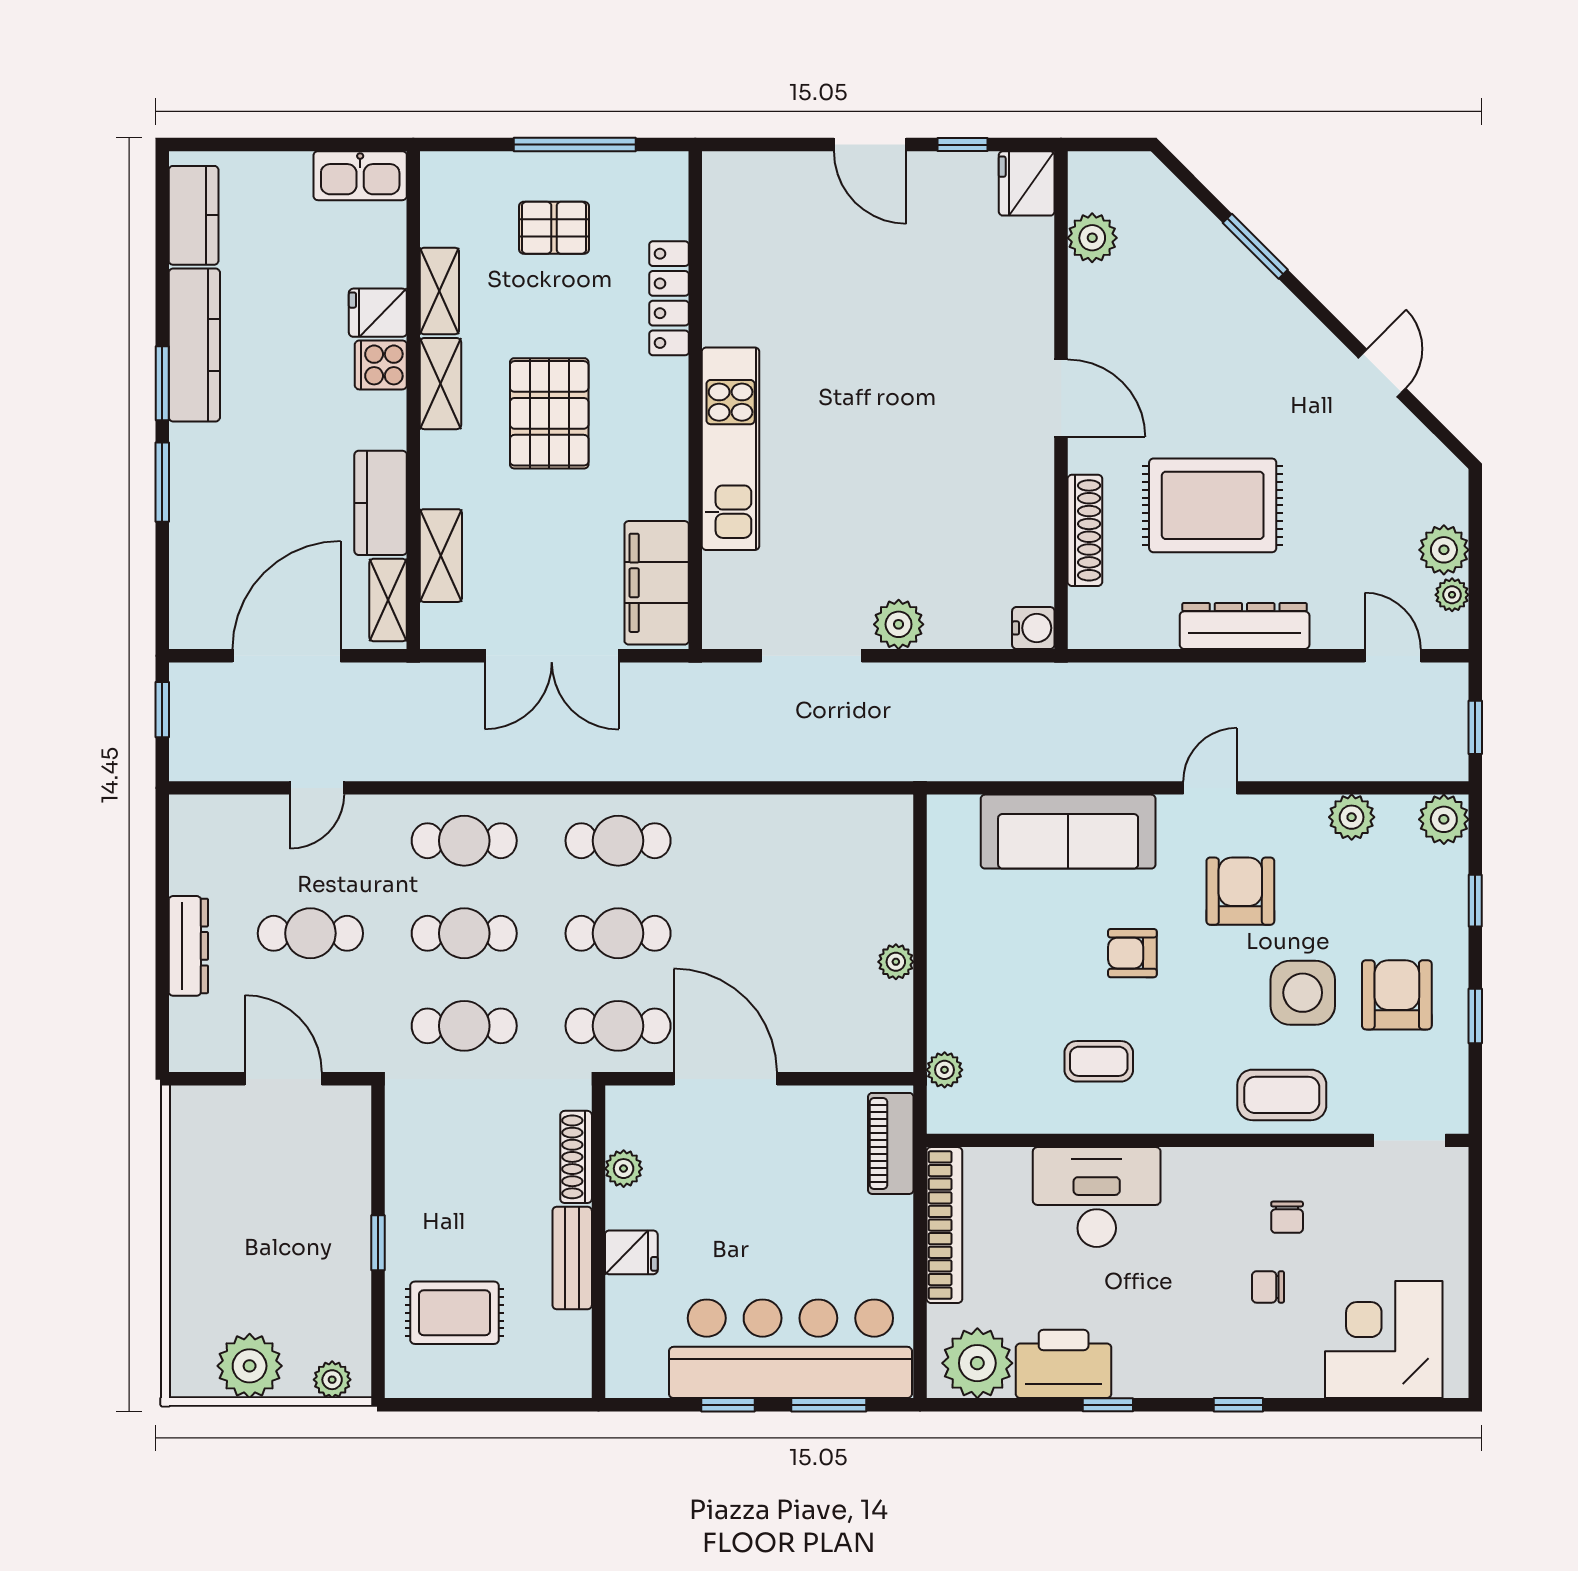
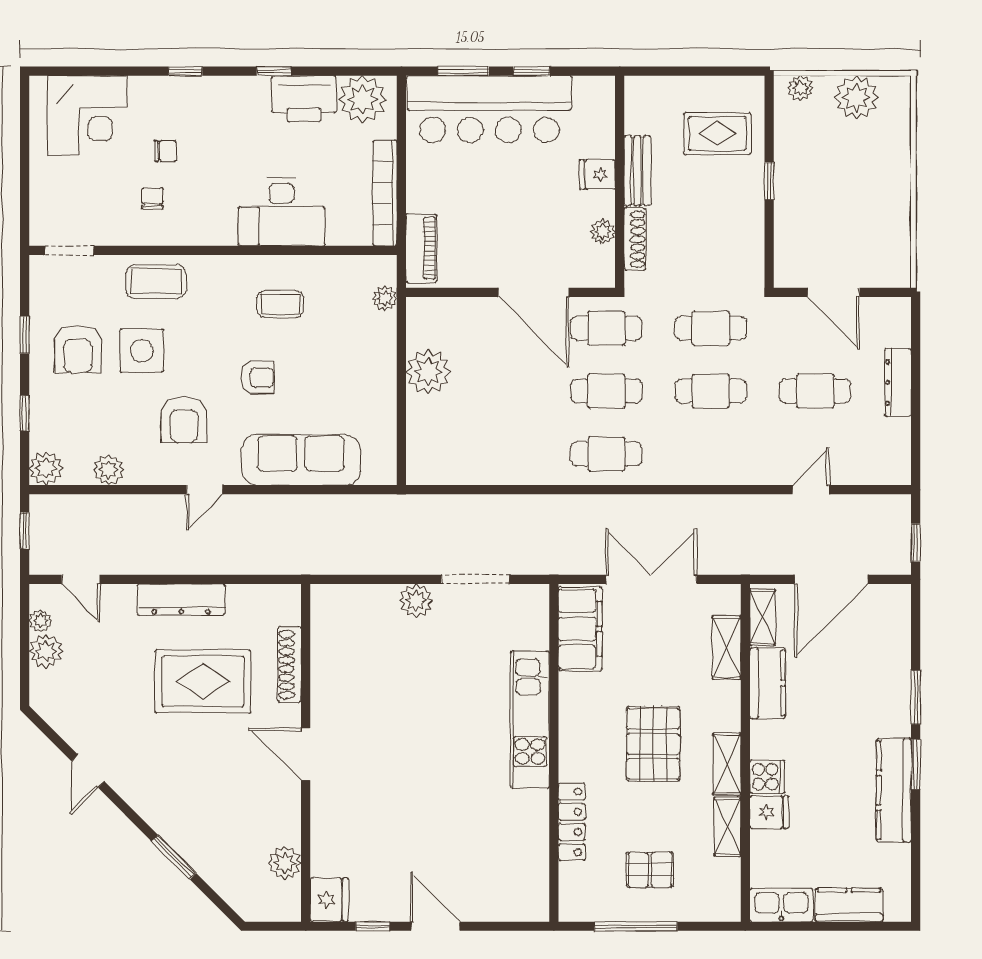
kitchen counter: (194, 215) -> (849, 905), moved, turned 90
water cooler: (1033, 628) -> (325, 598), removed
cafe table: (464, 841) -> (711, 454), removed
plant: (896, 962) -> (428, 372), width x1.88, depth x1.88

